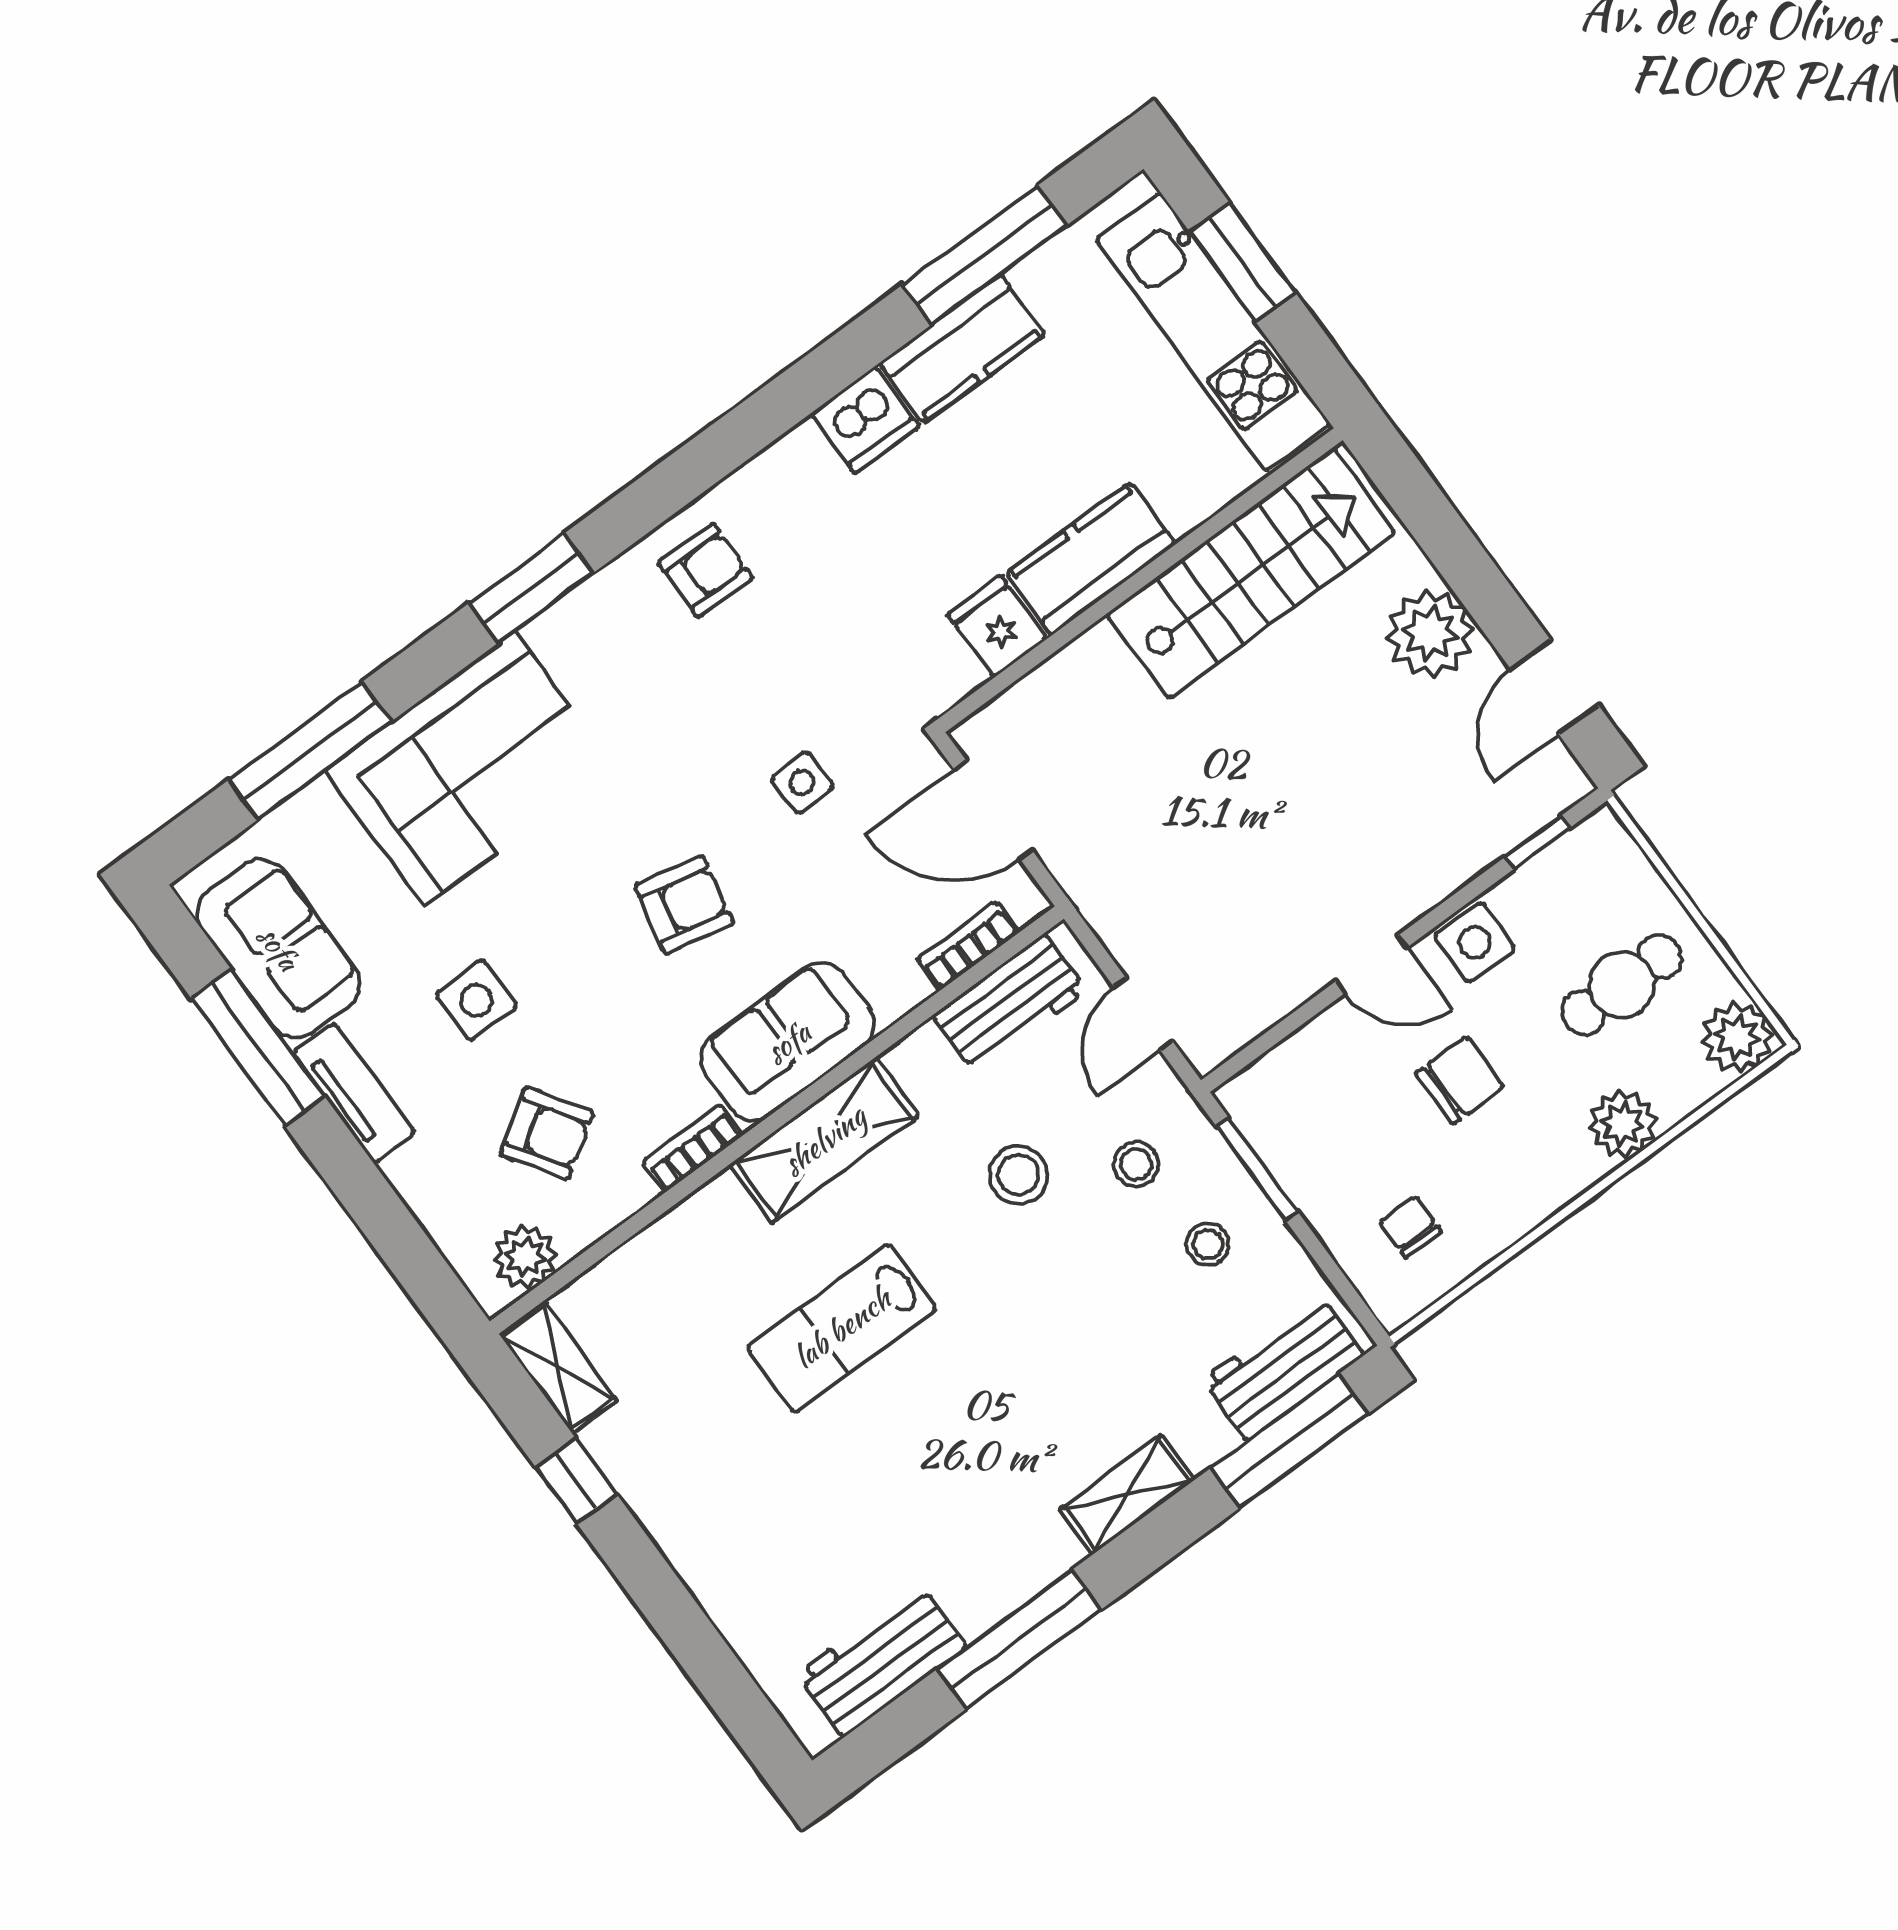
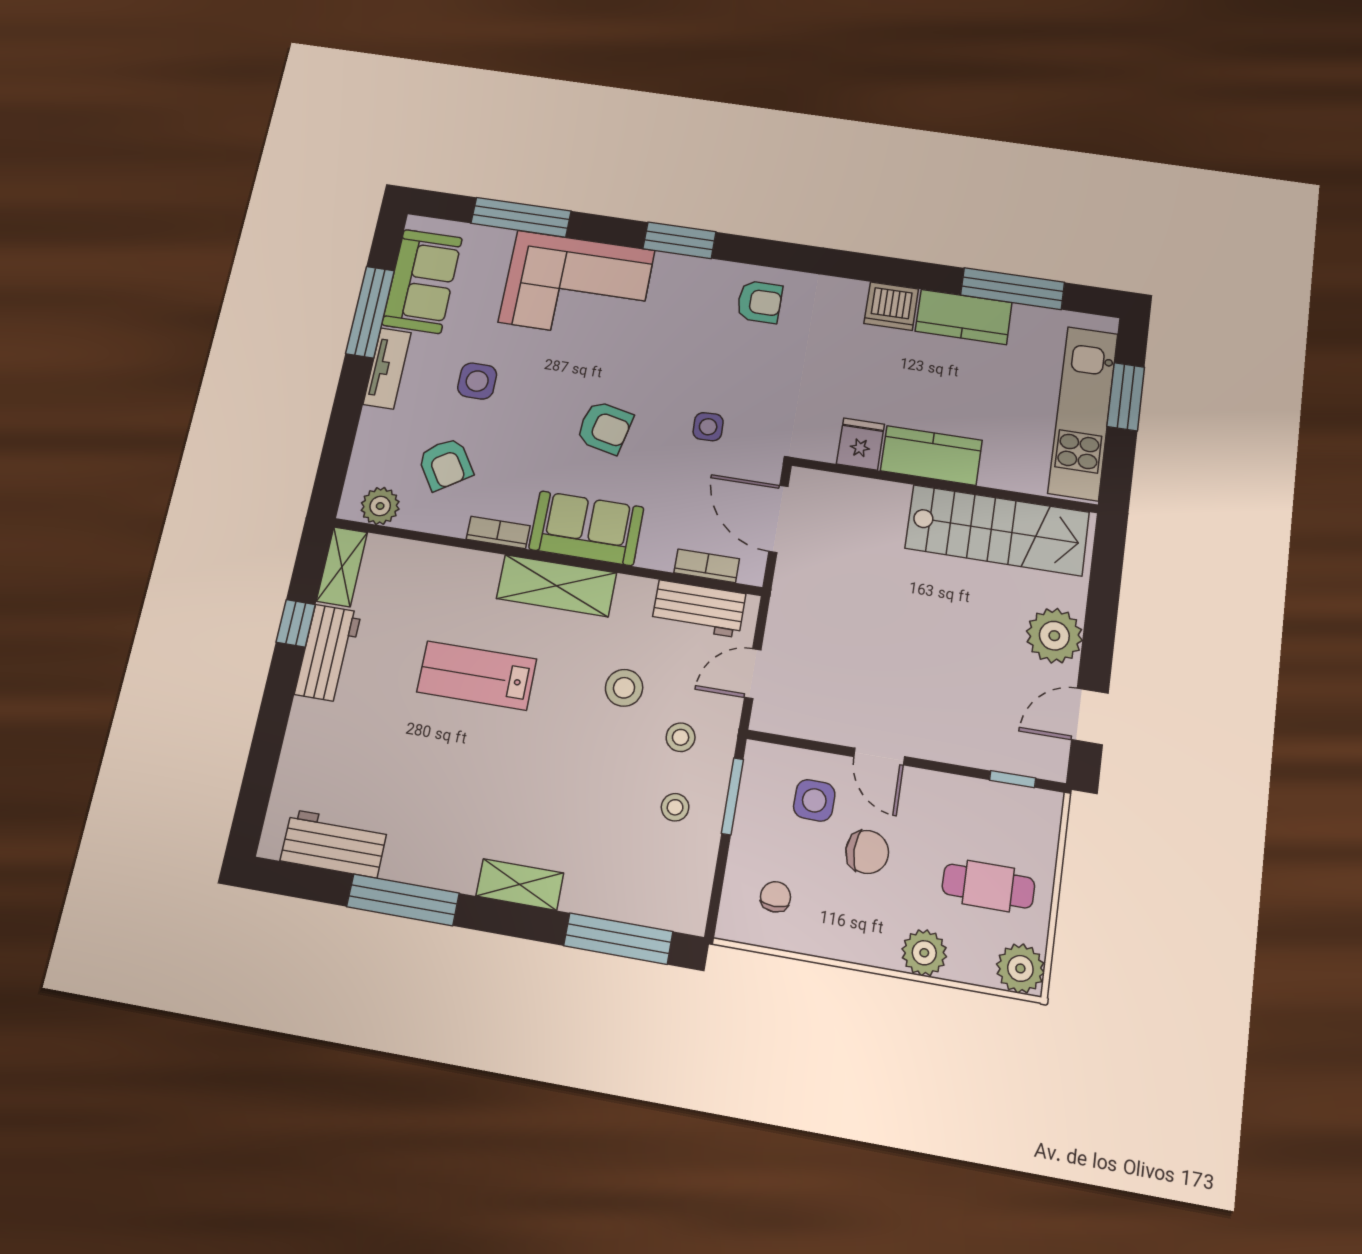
side table: (1475, 942) -> (814, 800), moved
workbench: (1283, 1368) -> (328, 653), moved, turned 90

